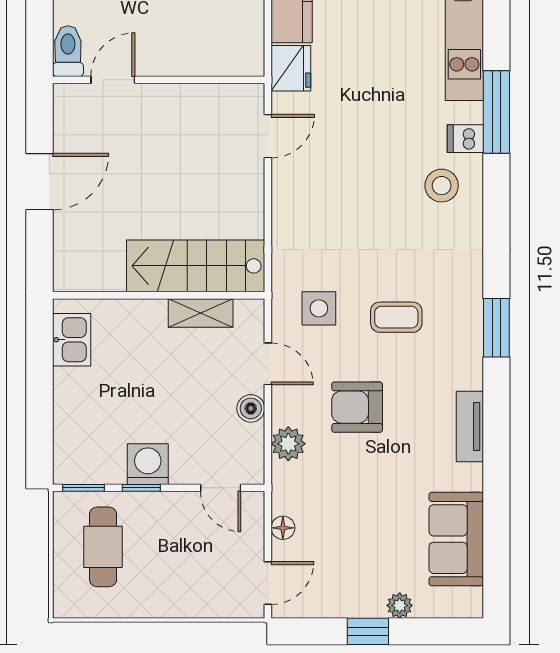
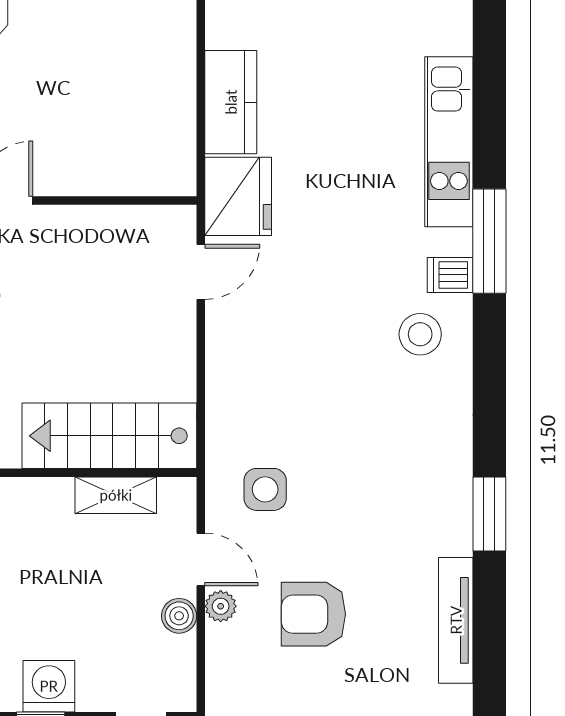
fridge: (291, 68) -> (238, 196), width x1.36, depth x1.34
coffee table: (396, 317) -> (363, 501), removed
tv unit: (470, 427) -> (456, 620), width x1.41
plant: (288, 444) -> (221, 606), moved, width x0.73, depth x0.73

